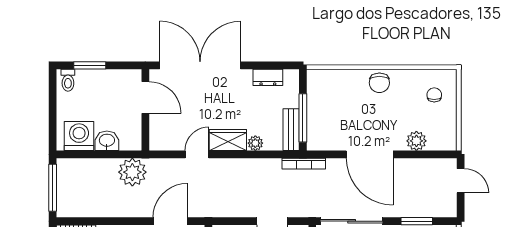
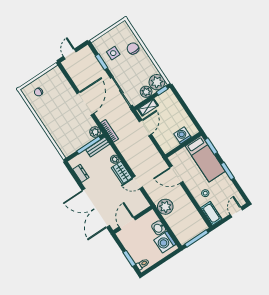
chair: (379, 83) -> (50, 121), removed
plant: (416, 141) -> (95, 132), moved

